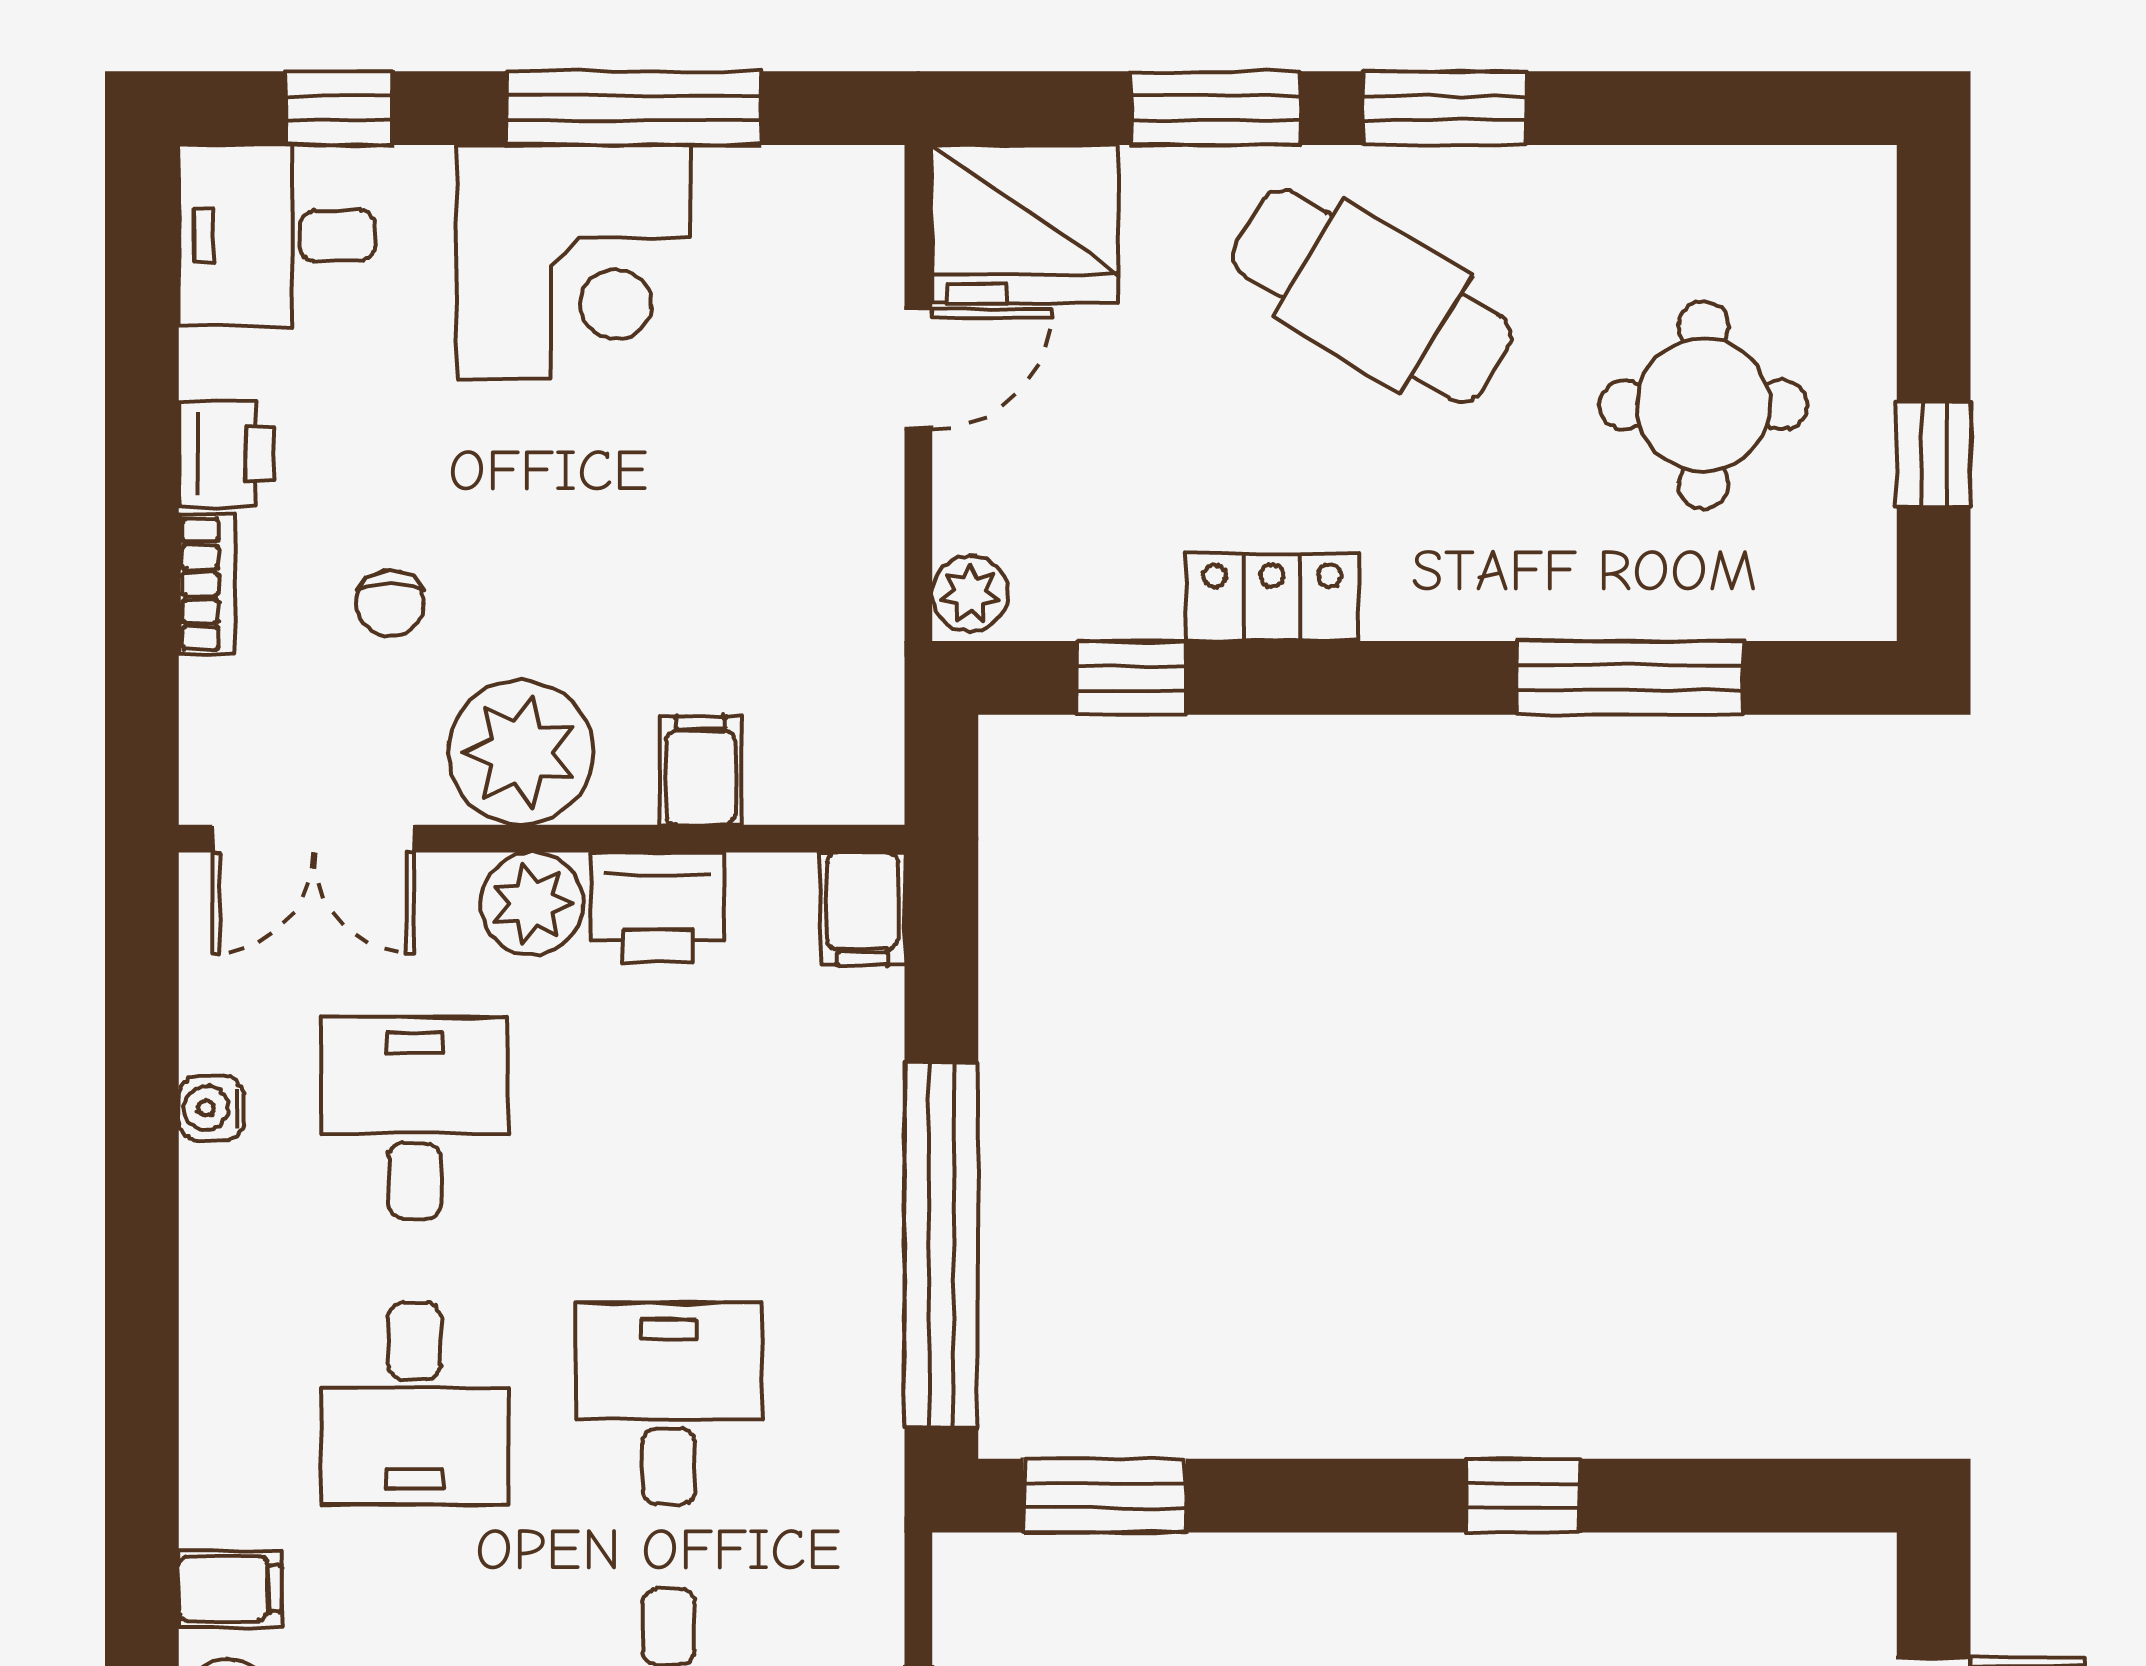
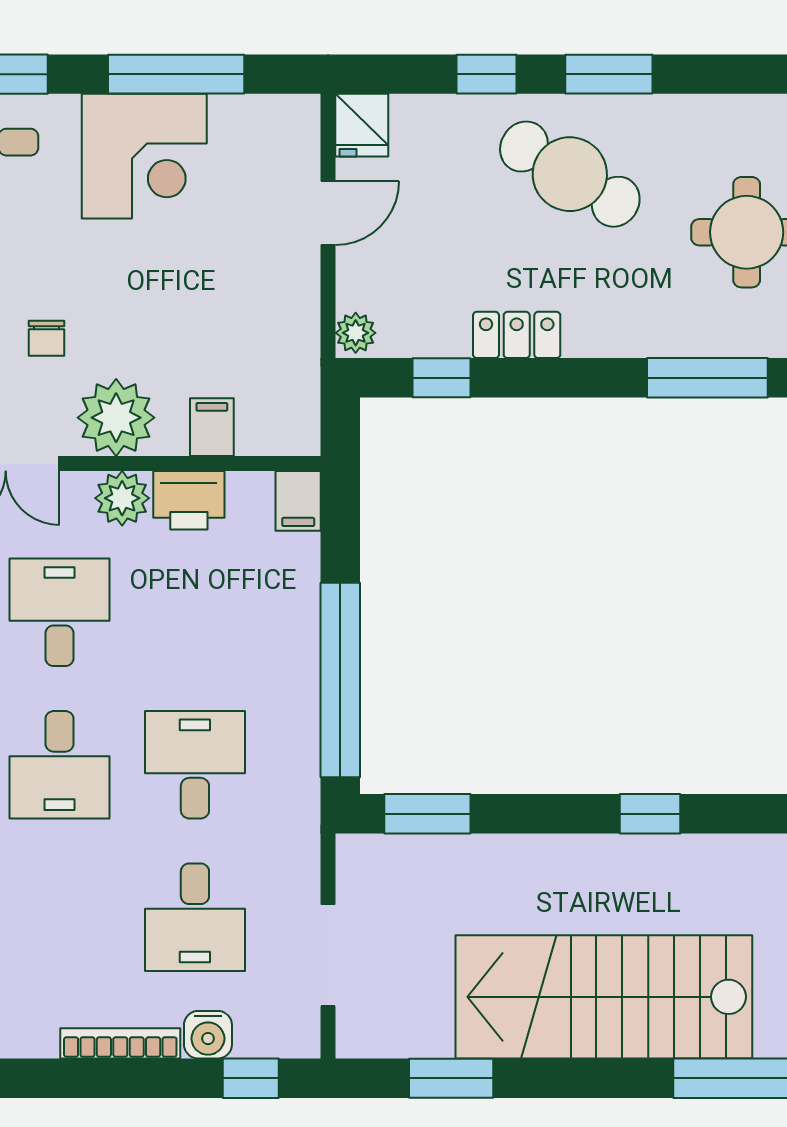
window: (1215, 108) -> (486, 74), width x0.67
fridge: (1025, 224) -> (362, 125), width x0.53, depth x0.75

